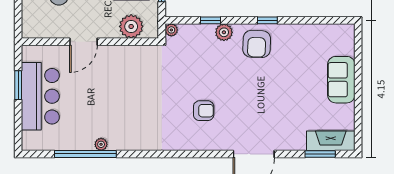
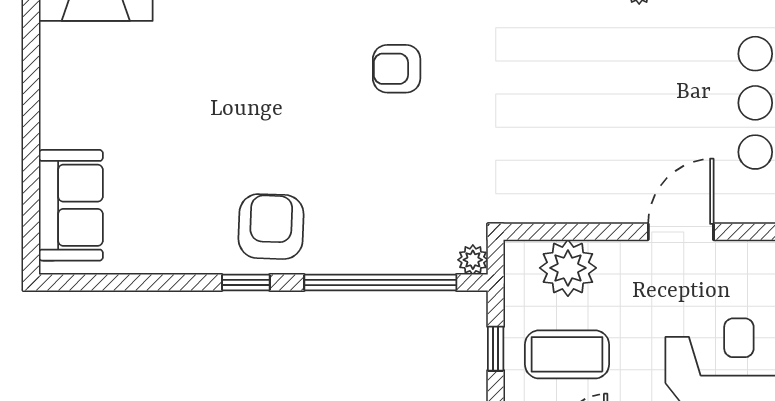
window: (210, 20) -> (380, 283), width x3.17
plant: (224, 32) -> (348, 254), removed
sofa: (341, 80) -> (71, 205), moved

